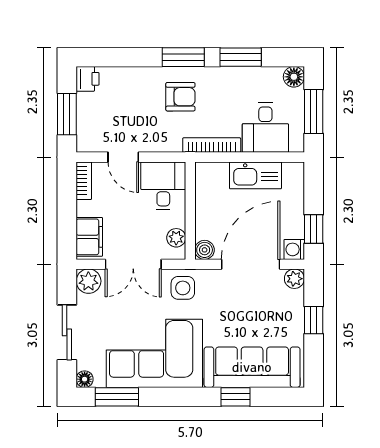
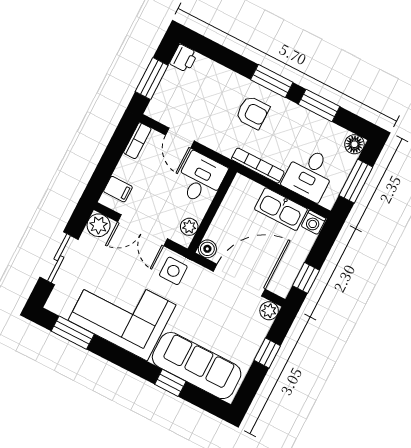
filing cabinet: (89, 237) -> (118, 189), width x0.50
washing machine: (294, 249) -> (314, 222), moved, turned -90
floor lamp: (85, 379) -> (54, 304), removed

